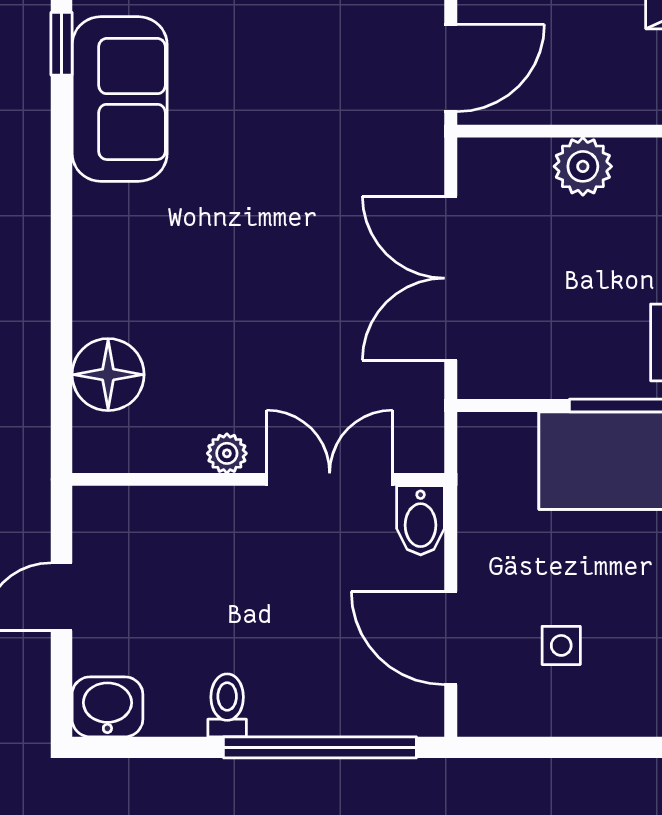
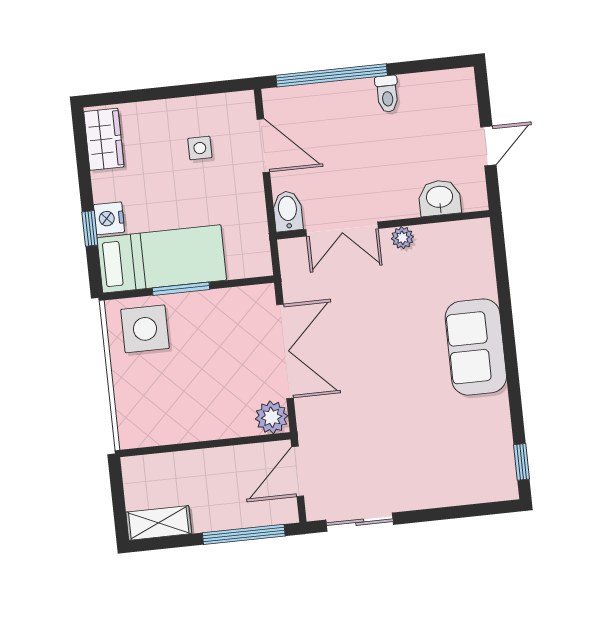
sofa: (120, 99) -> (476, 347), moved
plant: (583, 166) -> (272, 417), moved
floor lamp: (108, 375) -> (475, 276), removed
washbasin: (107, 707) -> (440, 198), moved, turned 180

